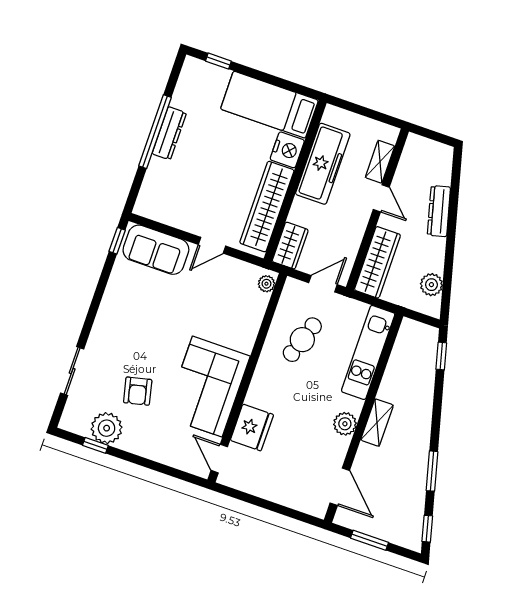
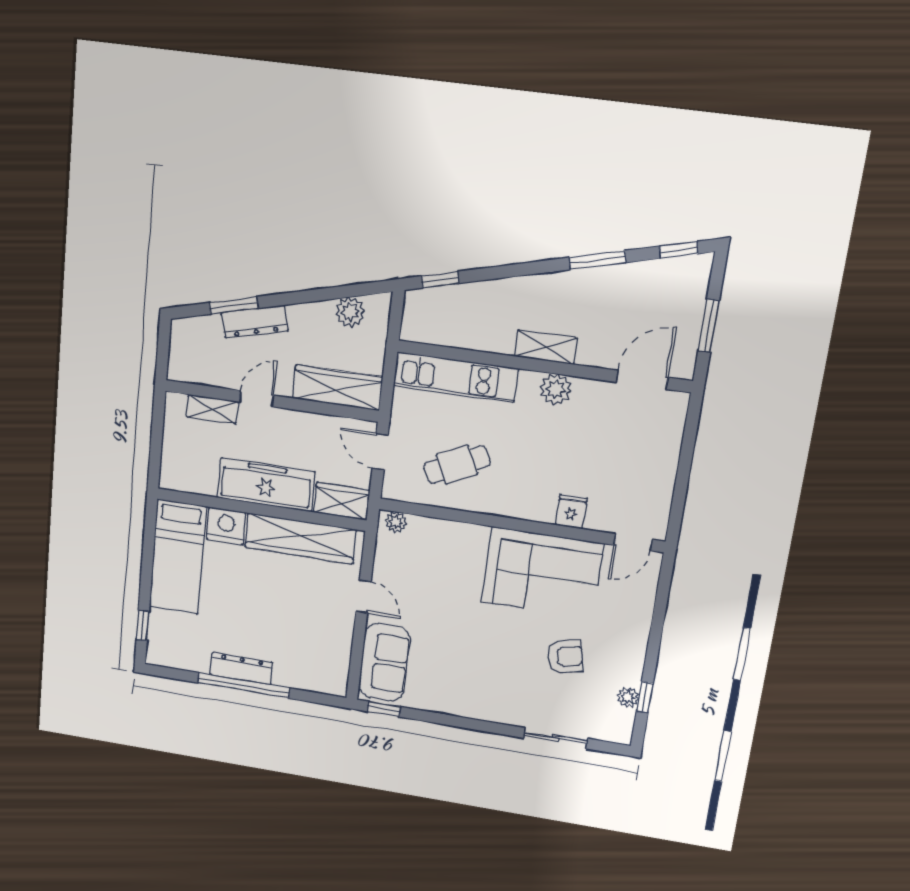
freezer: (323, 164) -> (266, 485), moved
window: (454, 198) -> (234, 305), added
cafe table: (302, 340) -> (457, 465), turned -45
fridge: (252, 427) -> (571, 512), width x0.53, depth x0.75
plant: (107, 428) -> (628, 697), width x0.53, depth x0.53

